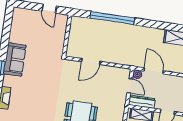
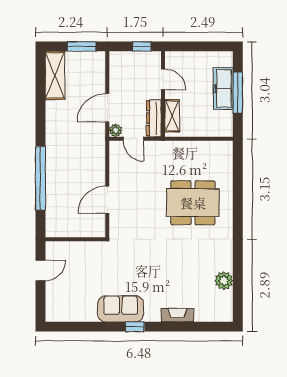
door: (91, 61) -> (107, 200), swing flipped
door: (130, 86) -> (133, 139), swing flipped

